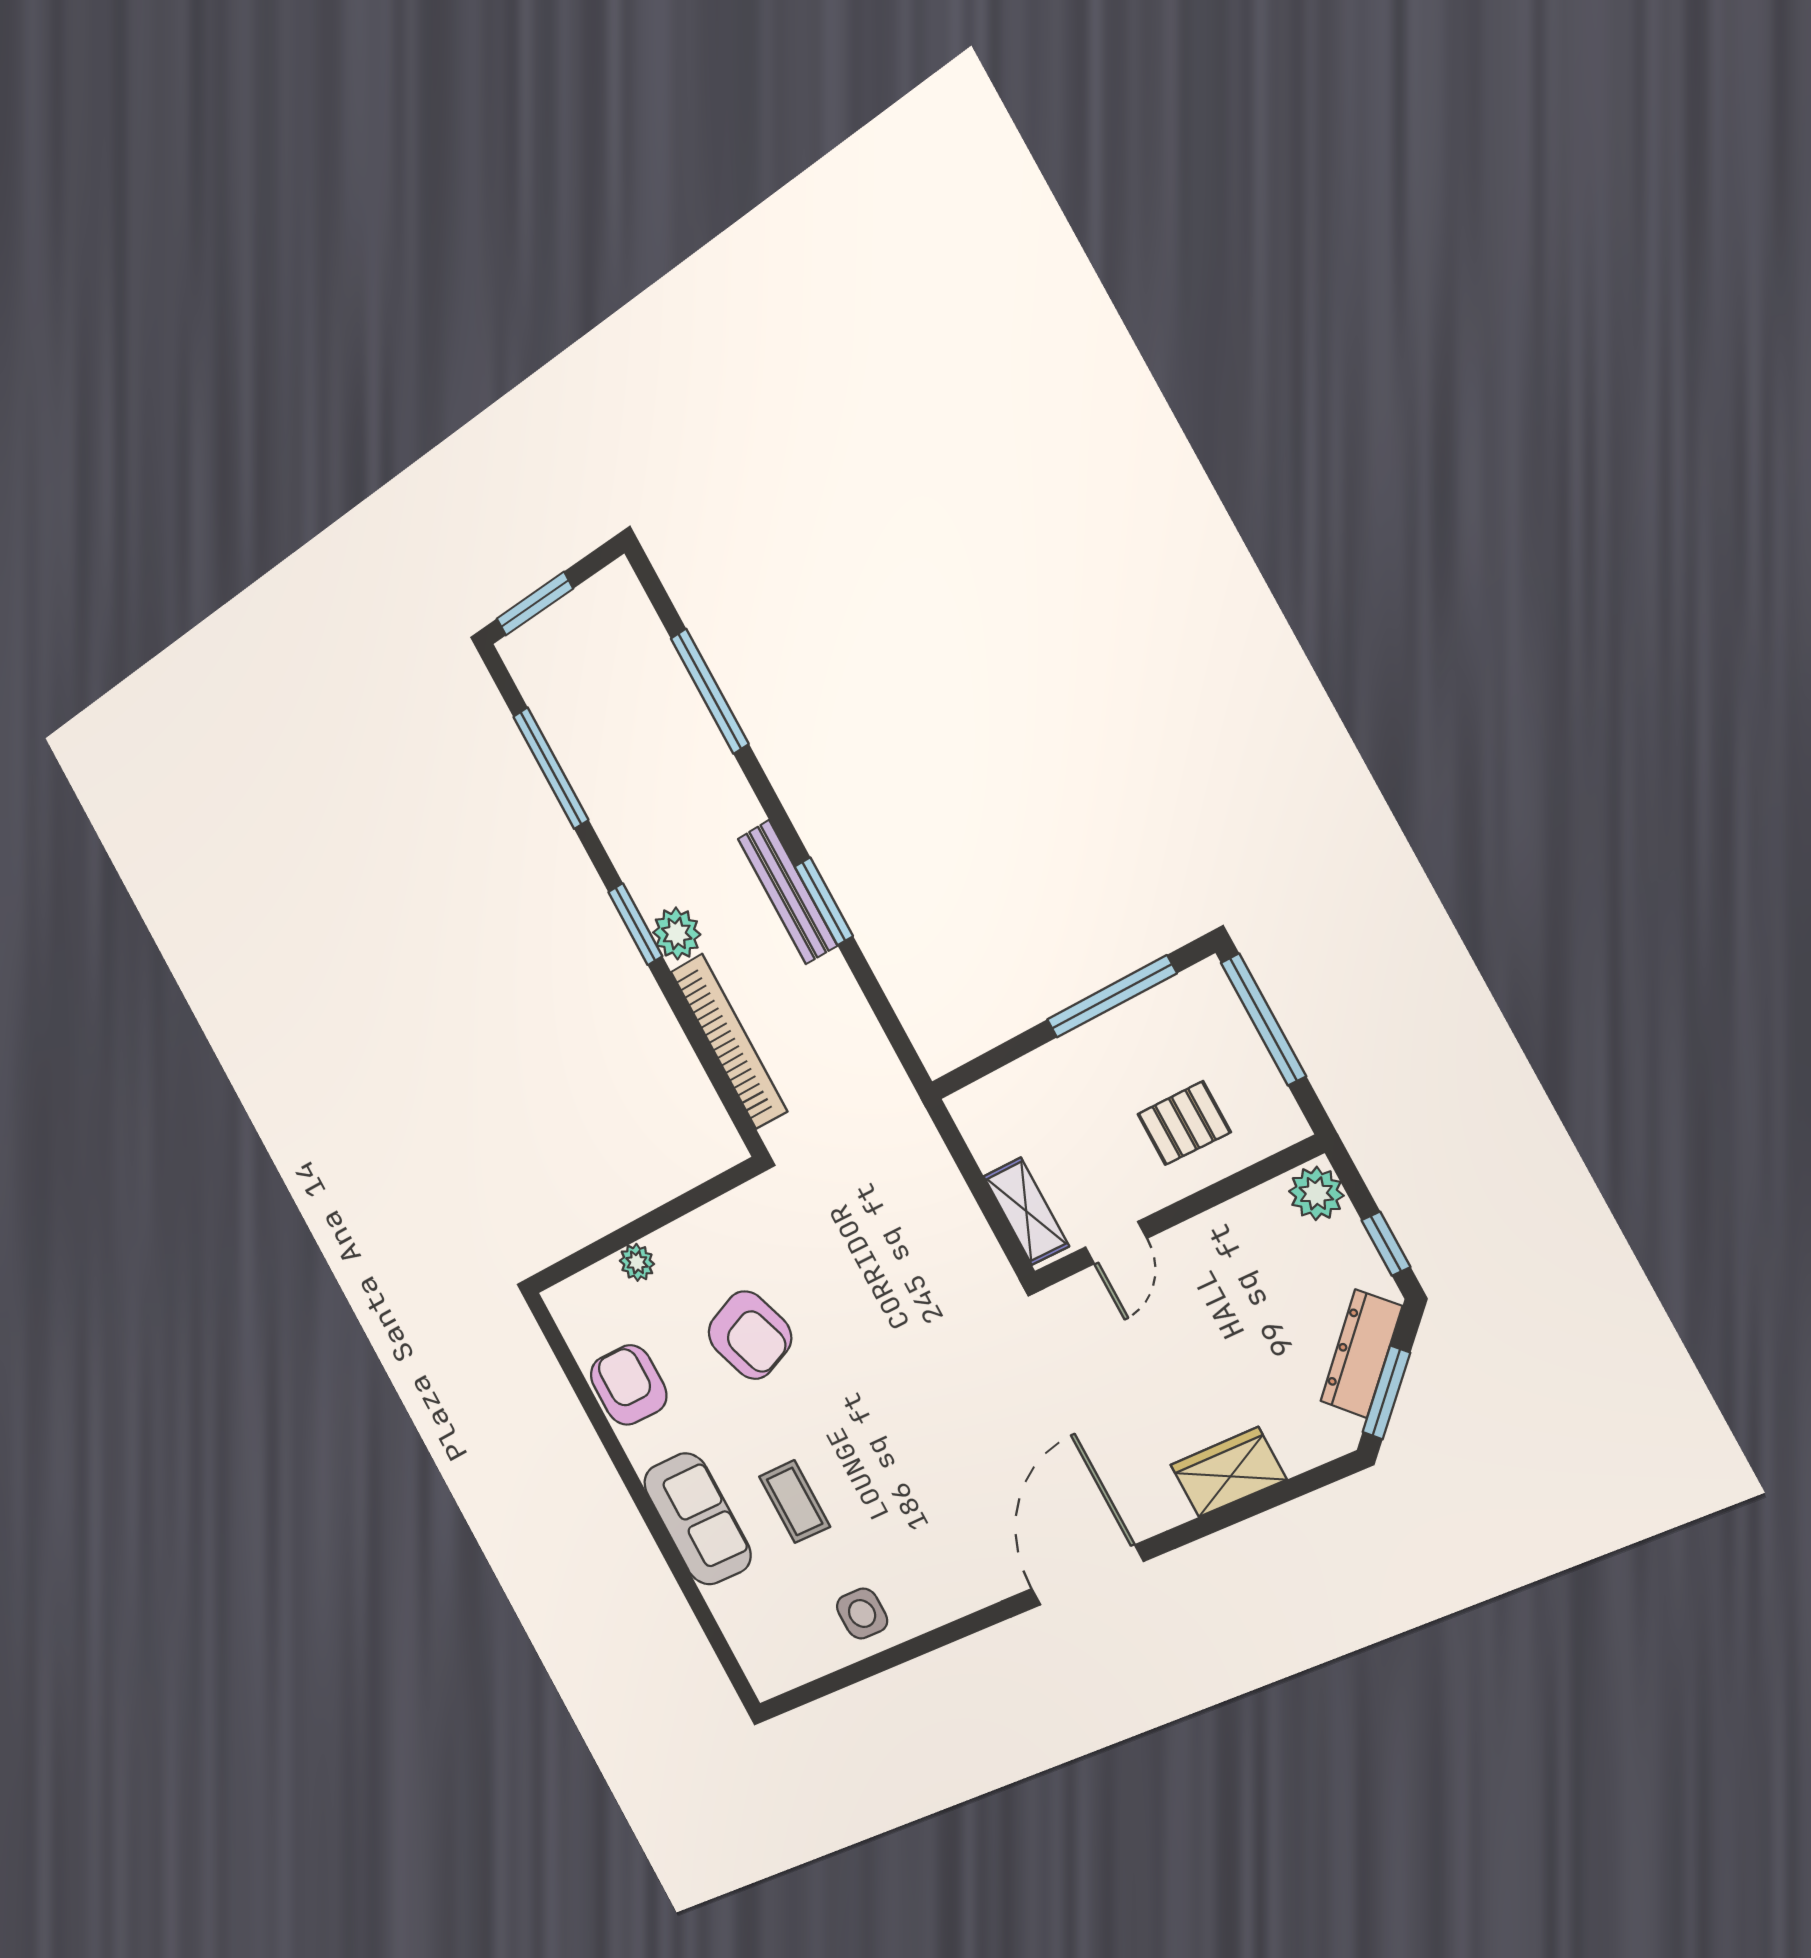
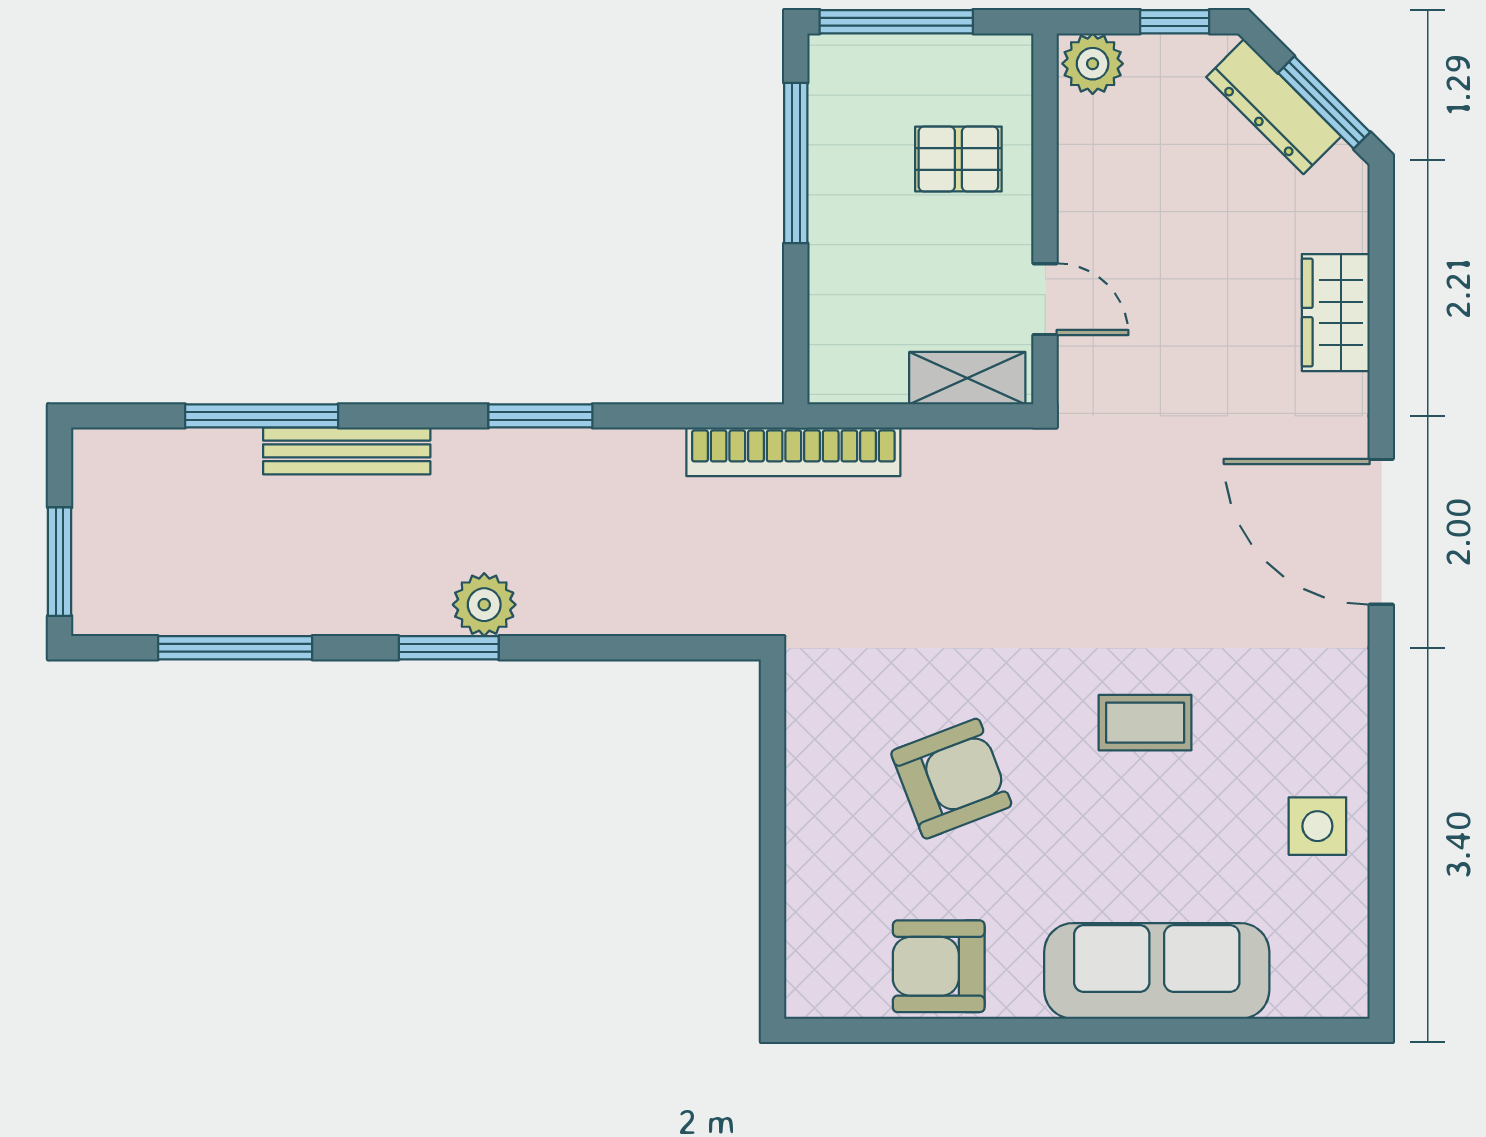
bench: (788, 892) -> (347, 451), moved
bookcase: (729, 1042) -> (793, 452), moved, turned 180
pallet: (1184, 1123) -> (958, 159), turned 90
plant: (637, 1262) -> (808, 871), removed
coffee table: (795, 1502) -> (1145, 723), moved
sofa: (697, 1519) -> (1157, 971), width x1.36

